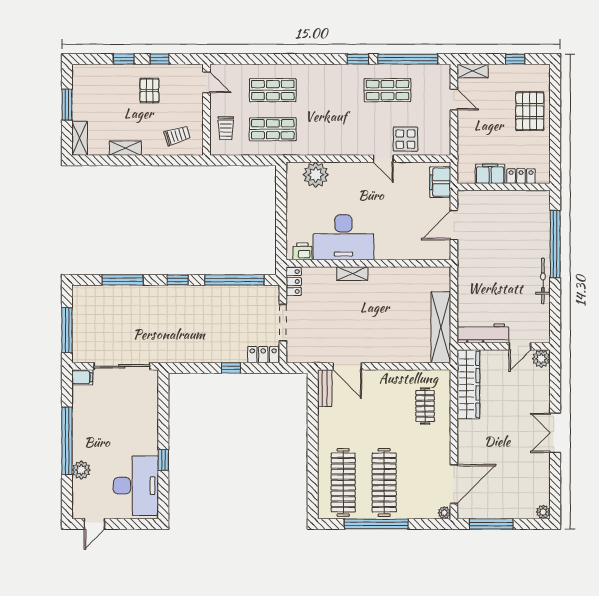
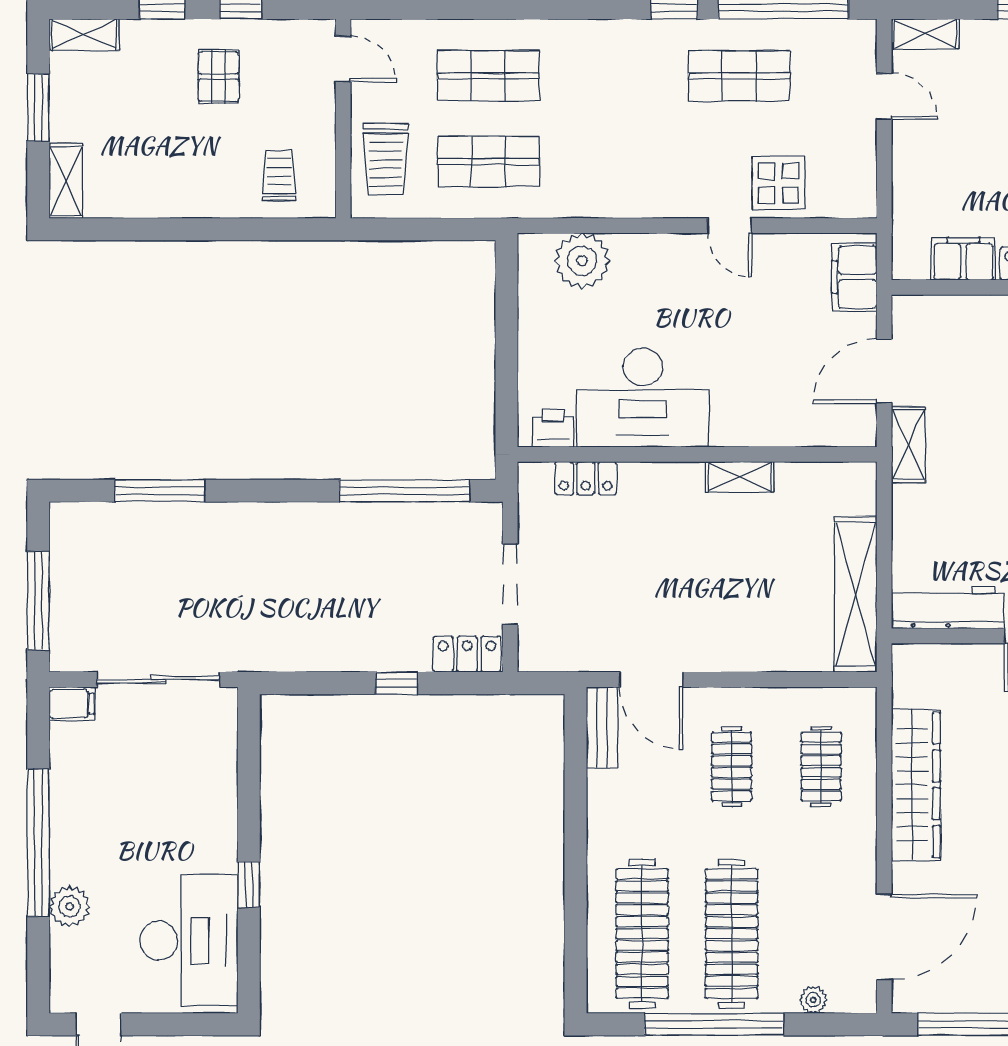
trolley: (226, 128) -> (386, 159), width x1.36, depth x1.39
trolley: (177, 136) -> (279, 175), turned -73
shelving: (125, 148) -> (84, 35), moved
shelving: (465, 259) -> (908, 445), added
shelving: (352, 274) -> (740, 477), moved
window: (178, 280) -> (280, 491), removed
locker: (294, 282) -> (586, 478), moved, turned 90
wardrobe: (468, 384) -> (916, 785), moved
clothes rail: (384, 406) -> (732, 767), added
plant: (444, 513) -> (813, 1000), moved

